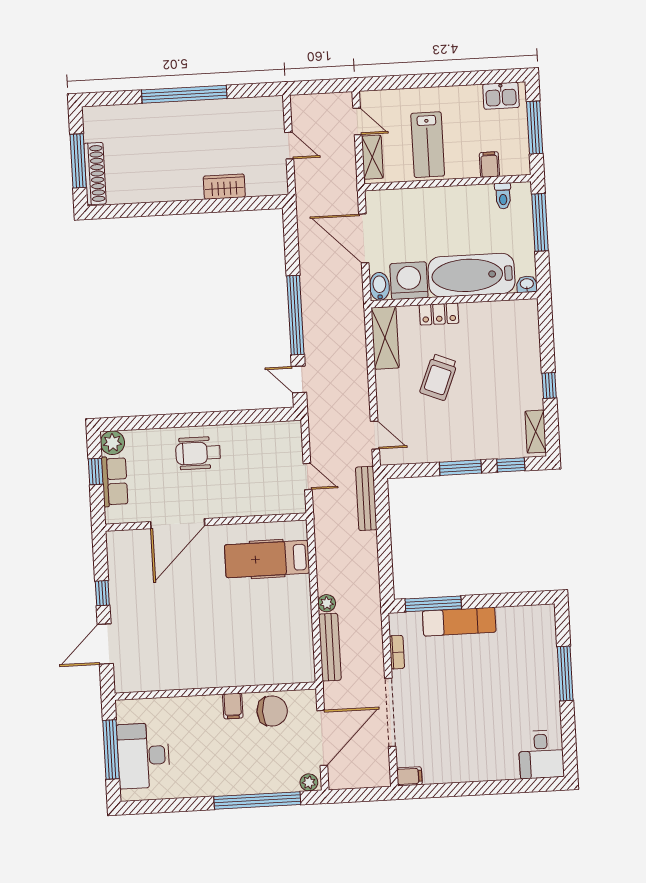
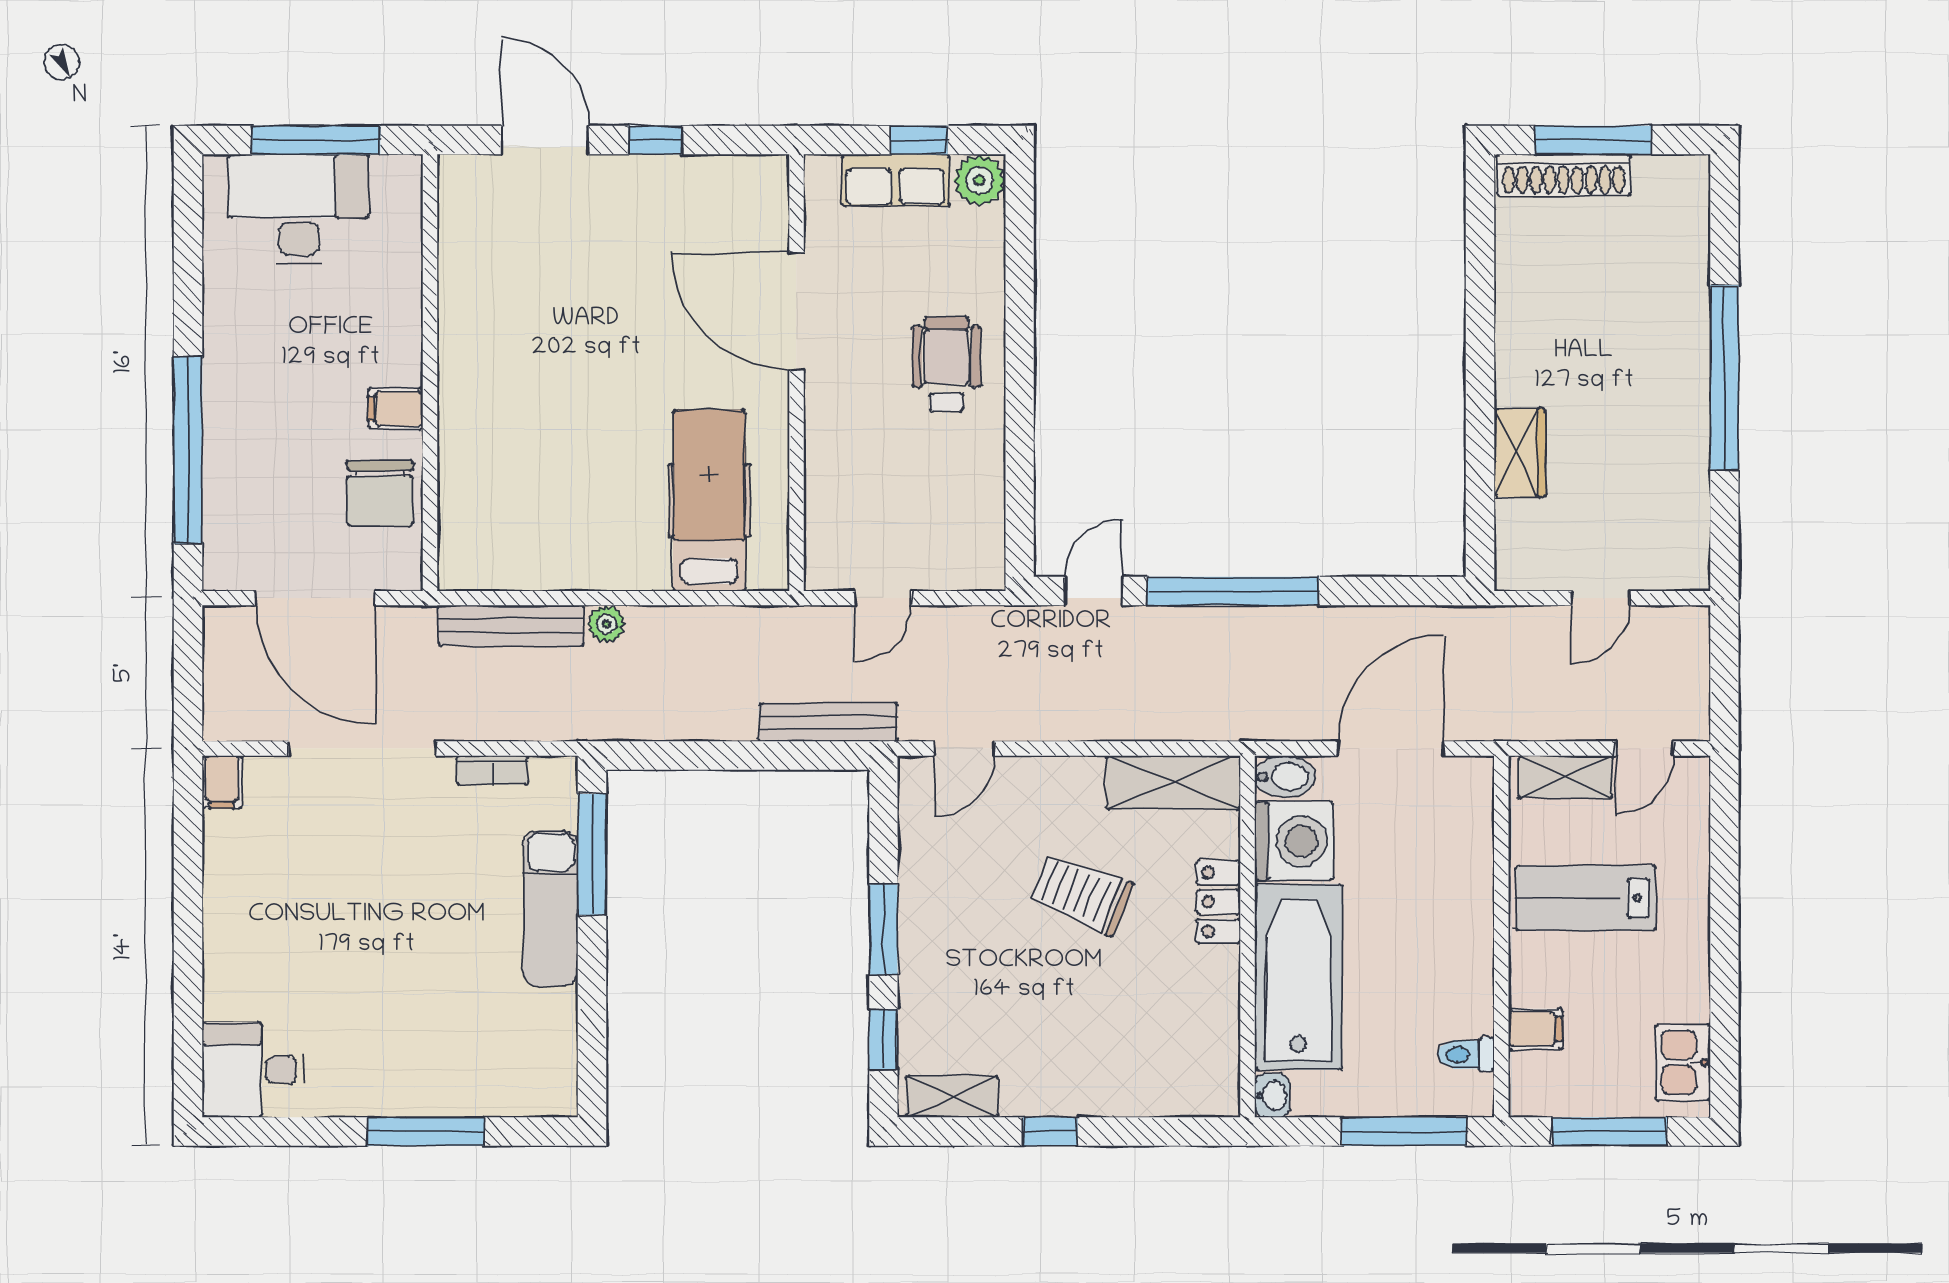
plant: (309, 782) -> (221, 564), removed

